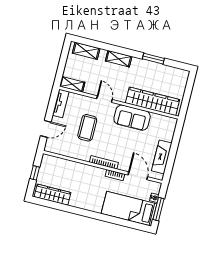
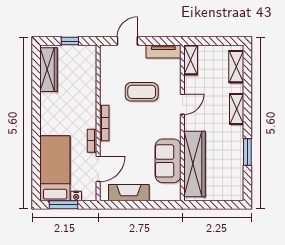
sofa: (132, 118) -> (168, 161), moved
door: (46, 129) -> (127, 41), swing flipped

